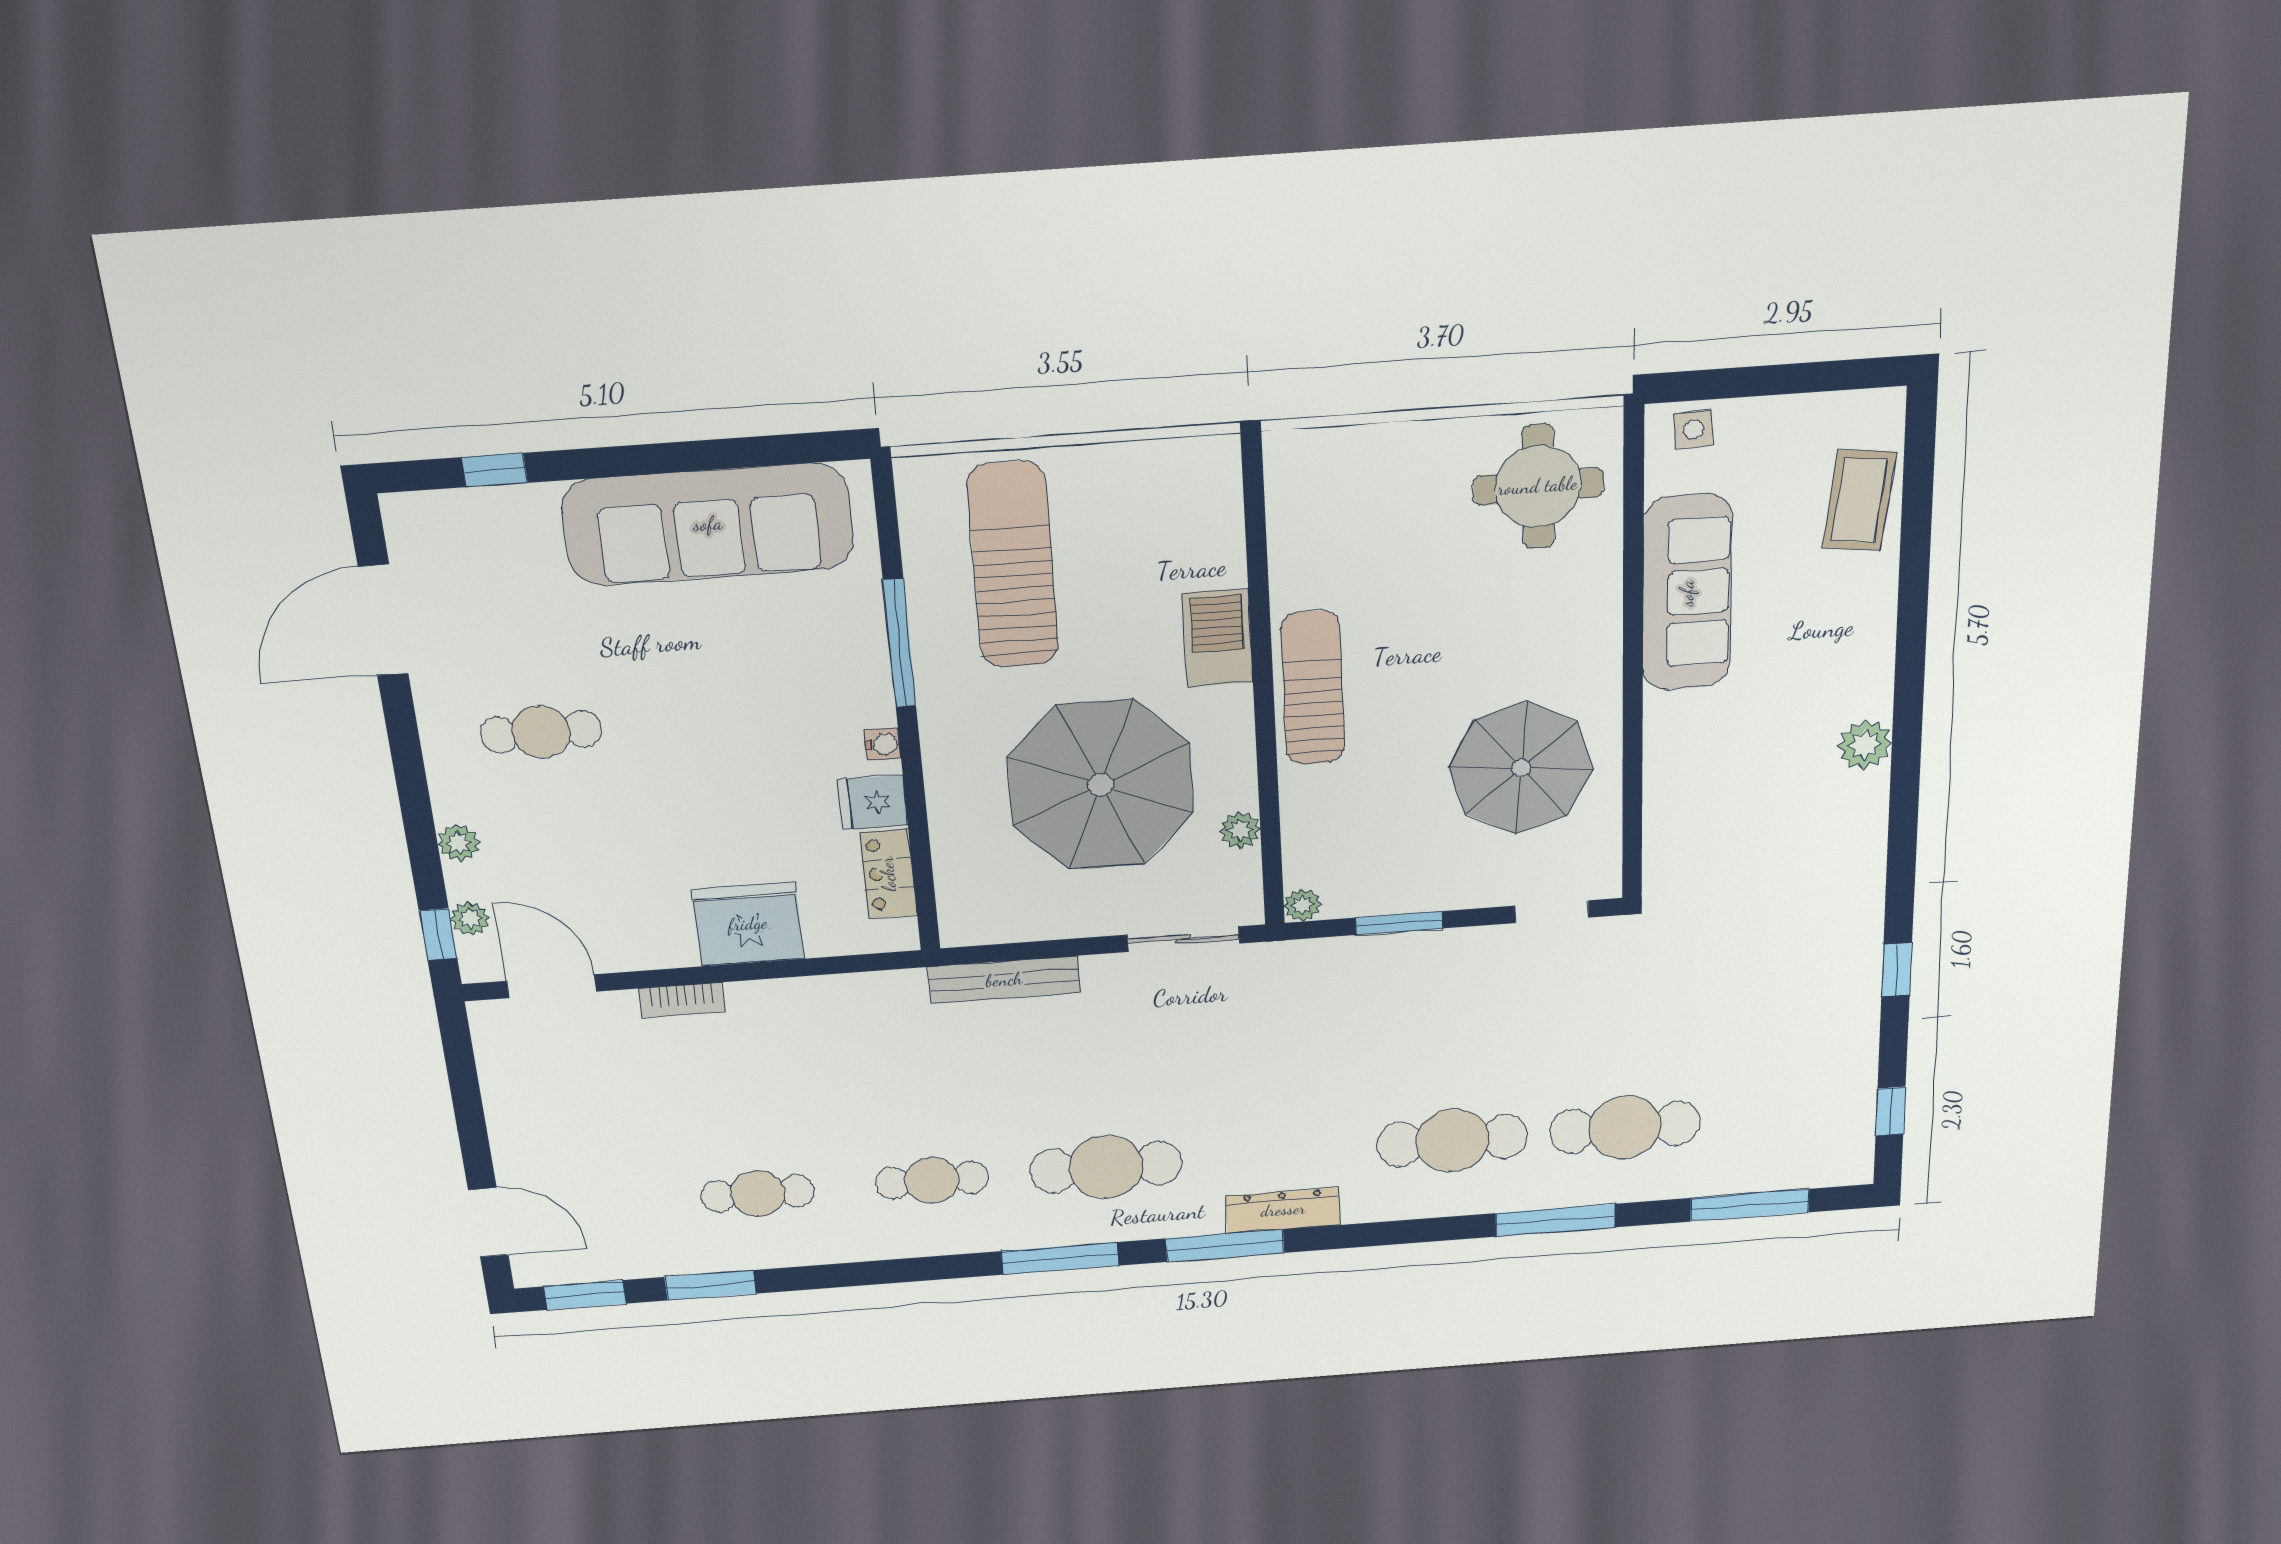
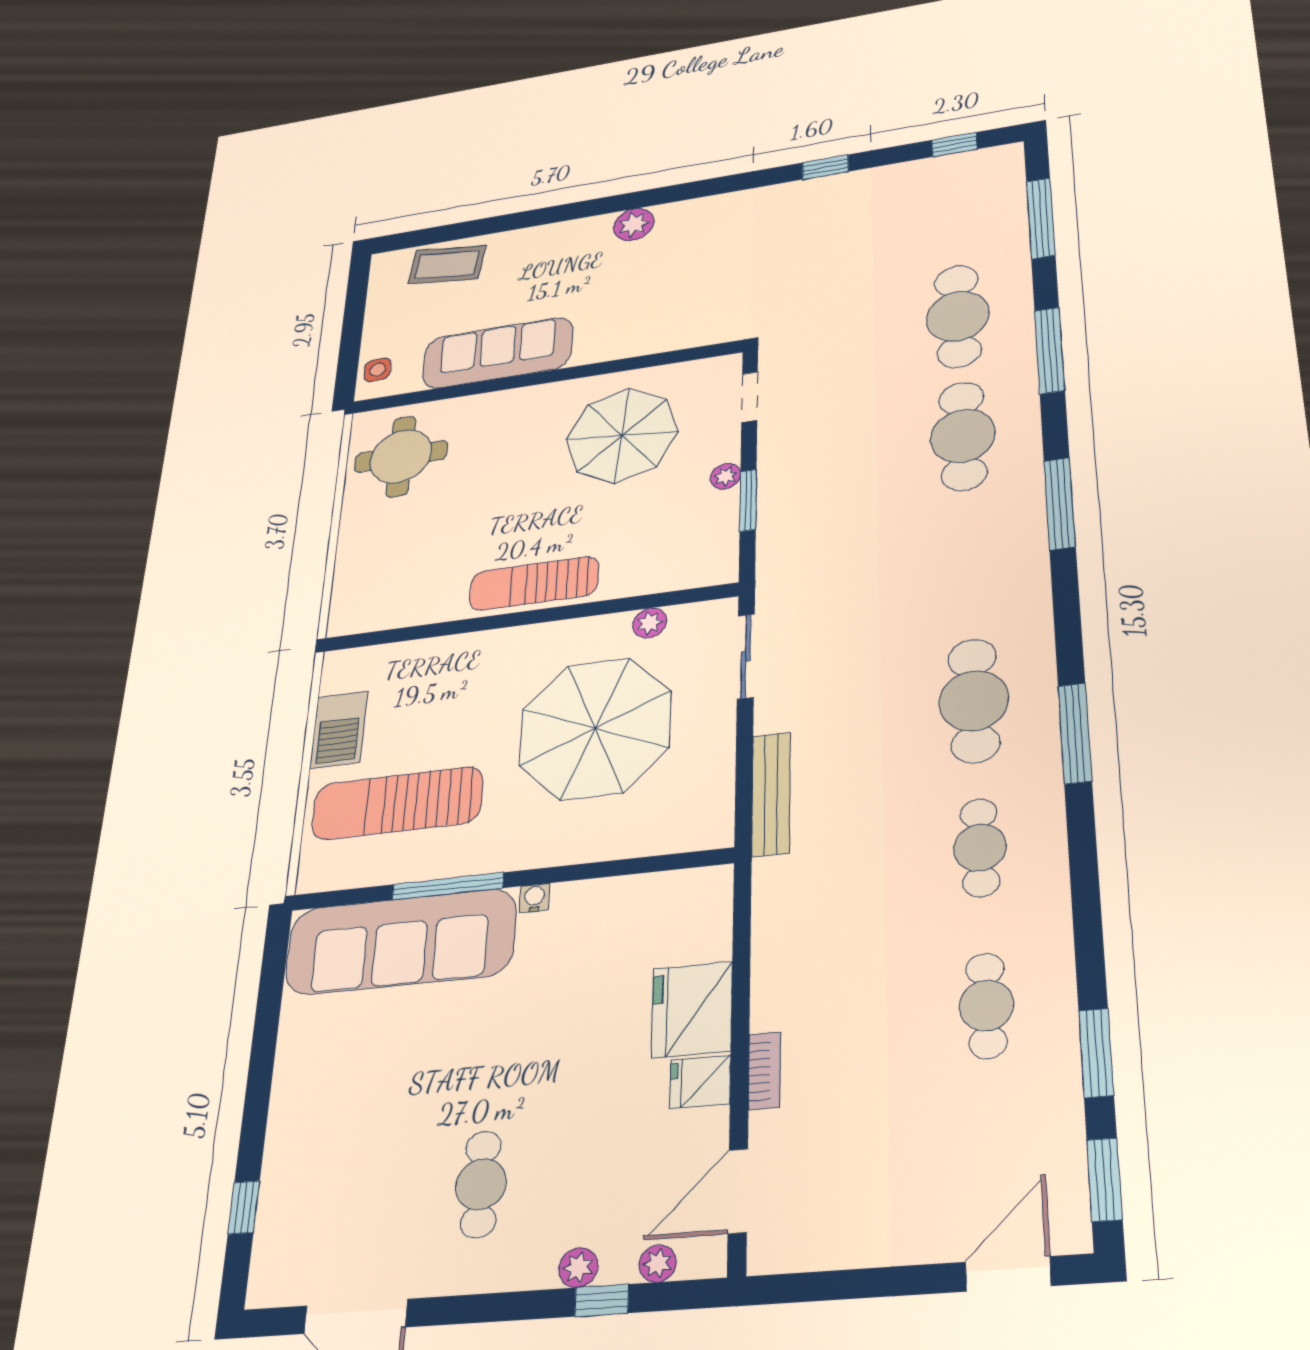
sofa: (708, 524) -> (400, 942), moved, turned 90
barbecue: (1218, 638) -> (339, 730), moved, turned -90
fridge: (872, 802) -> (700, 1082), moved, turned 90
locker: (888, 874) -> (656, 891), removed
plant: (1302, 905) -> (726, 476), moved
window: (438, 934) -> (602, 1300), moved
dresser: (1283, 1210) -> (1029, 555), removed
window: (1225, 1246) -> (1060, 504), moved

